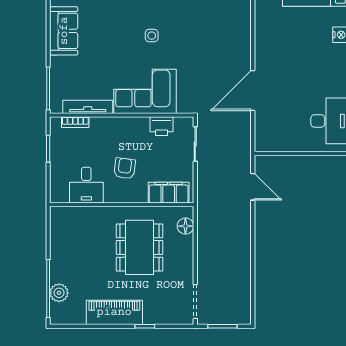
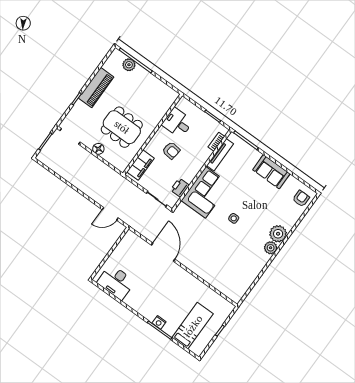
floor lamp: (185, 226) -> (98, 149), moved

